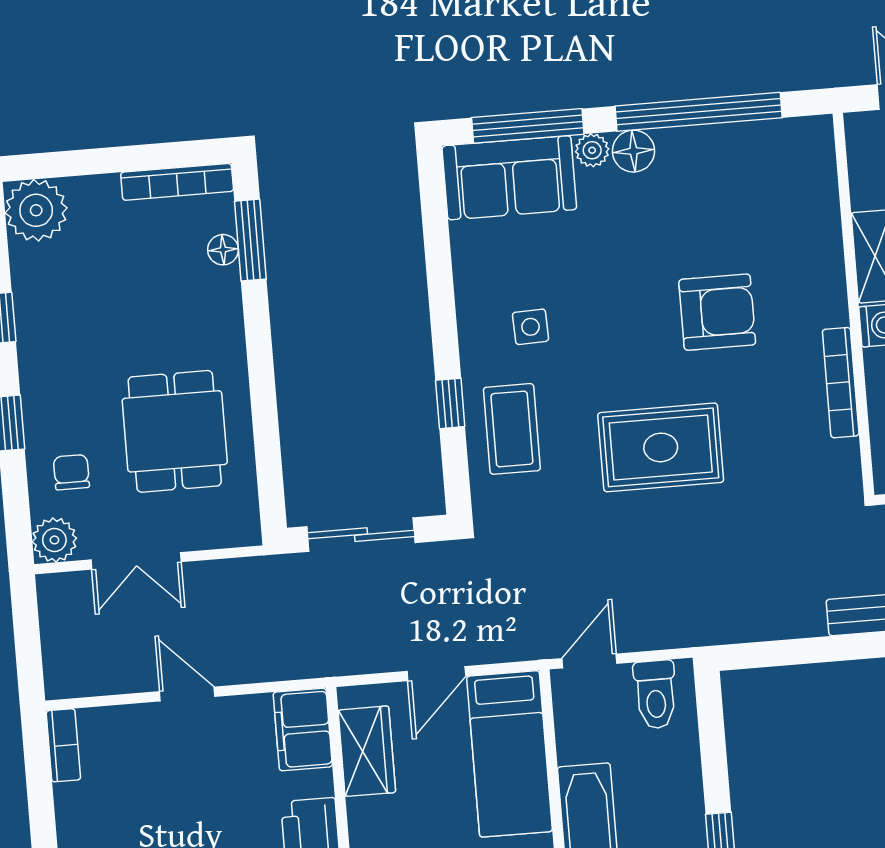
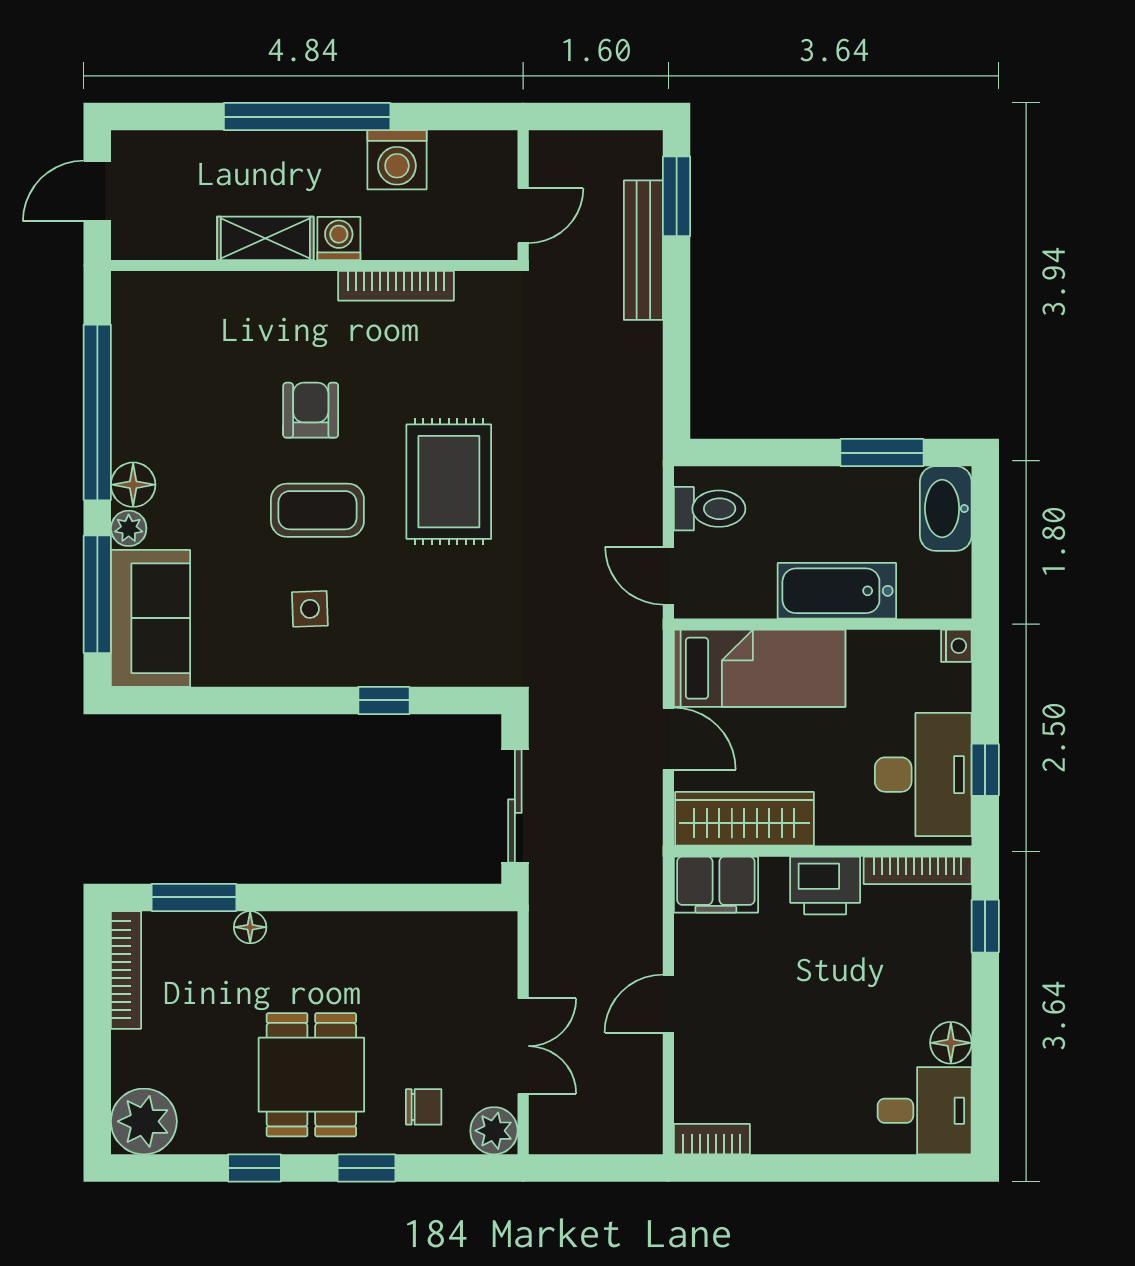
floor lamp: (223, 250) -> (250, 927), moved
armchair: (717, 312) -> (311, 410), width x0.72, depth x0.72
coffee table: (512, 429) -> (317, 510), moved
dining table: (175, 431) -> (311, 1075), moved, turned 90
chair: (71, 472) -> (424, 1107), turned 180
wardrobe: (367, 751) -> (744, 819), width x1.50

